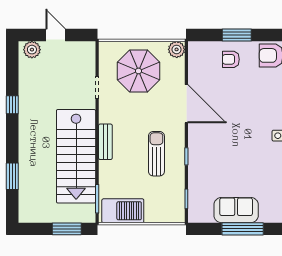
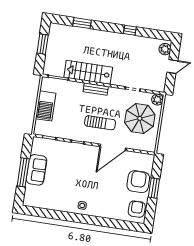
plant: (177, 49) -> (157, 100), moved
armchair: (231, 59) -> (138, 182), width x1.88, depth x1.88
sun lounger: (156, 154) -> (100, 123), moved
stairs: (76, 156) -> (88, 72), width x0.73, depth x0.66
barbecue: (123, 211) -> (46, 106), moved
window: (67, 229) -> (43, 44), moved

